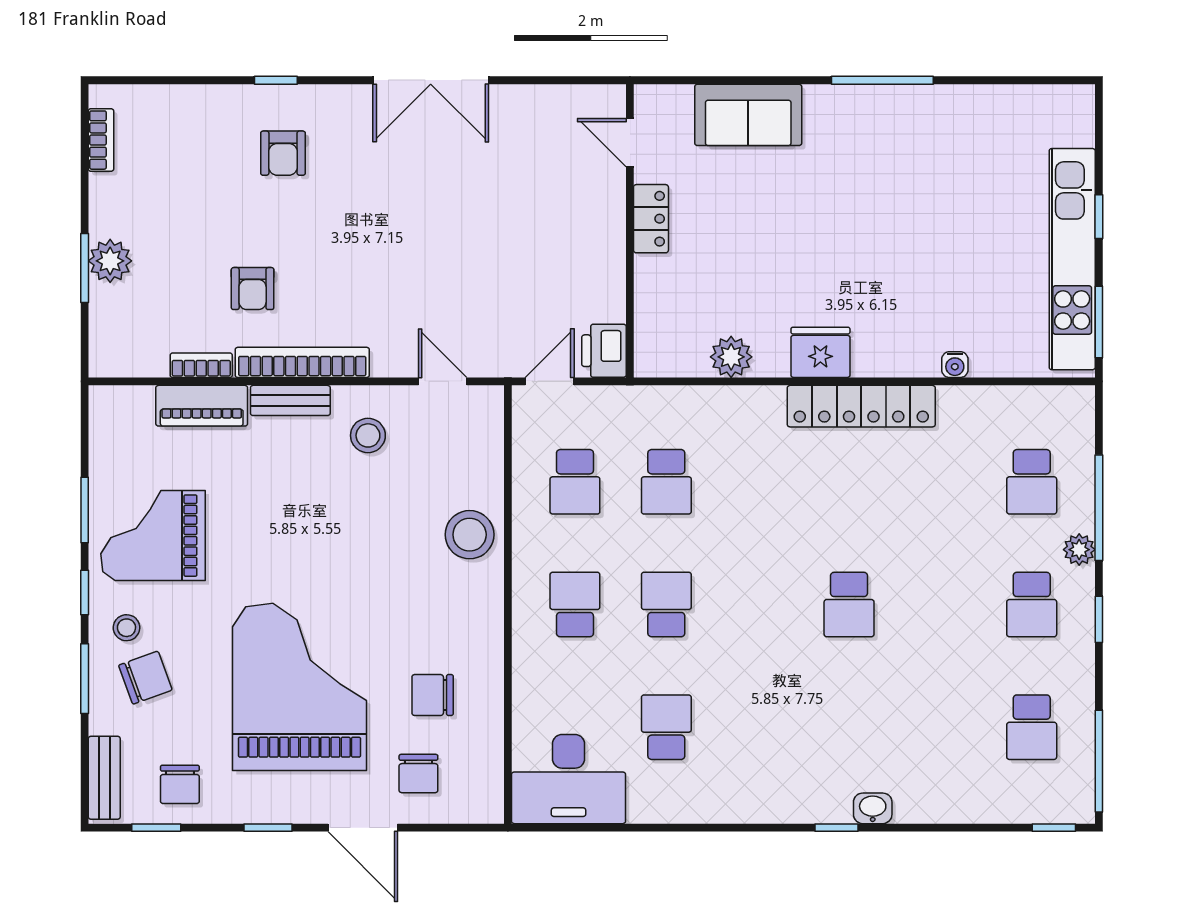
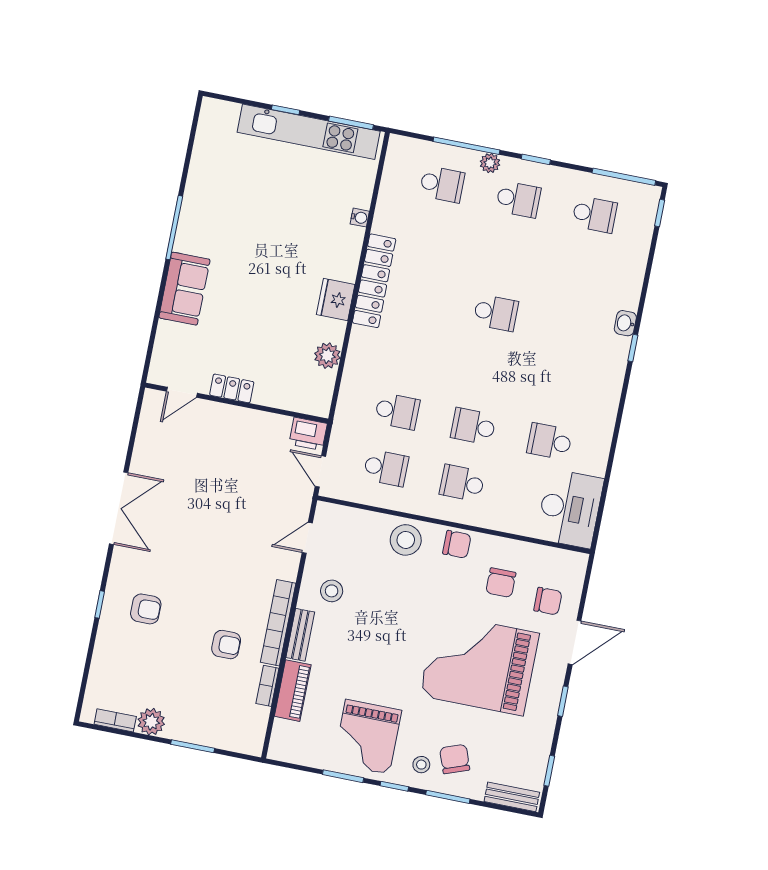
sofa: (748, 115) -> (184, 289), moved
plant: (110, 261) -> (151, 722), moved
chair: (180, 784) -> (457, 544), moved

